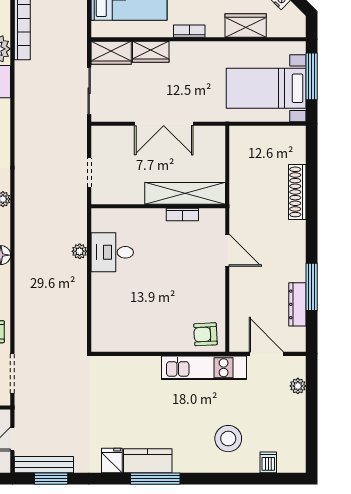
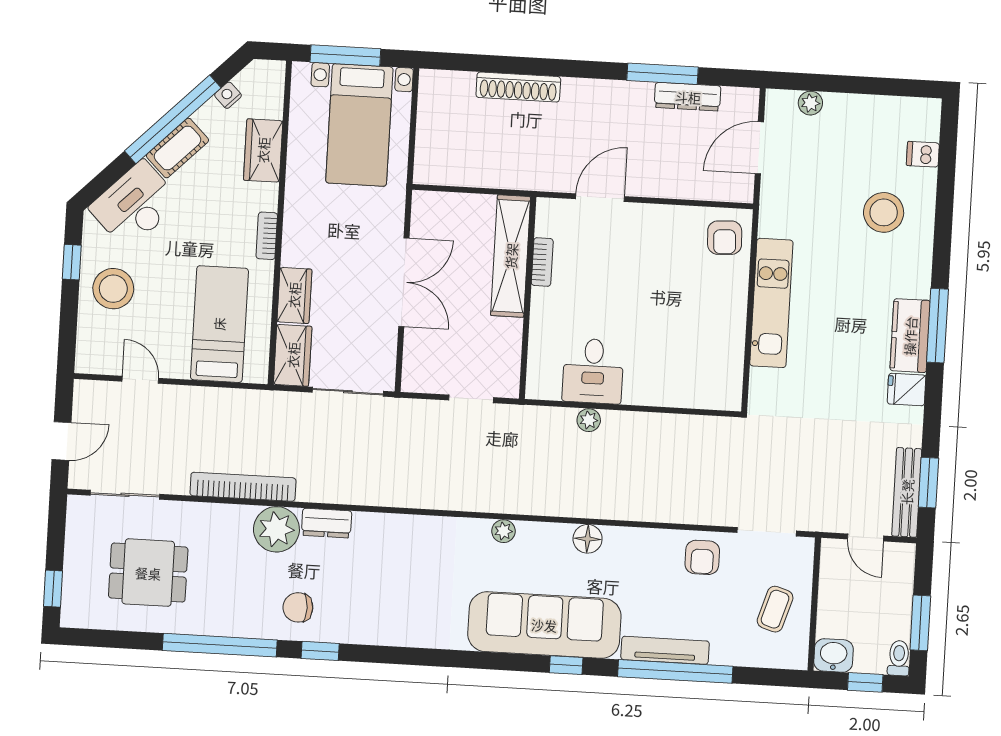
kitchen unit: (204, 368) -> (771, 303), moved

